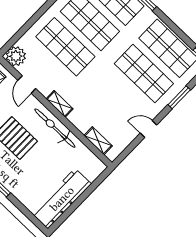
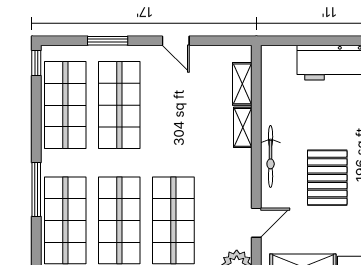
shelving: (60, 104) -> (243, 127), moved
bicycle: (55, 128) -> (271, 156), width x0.73, depth x0.71

